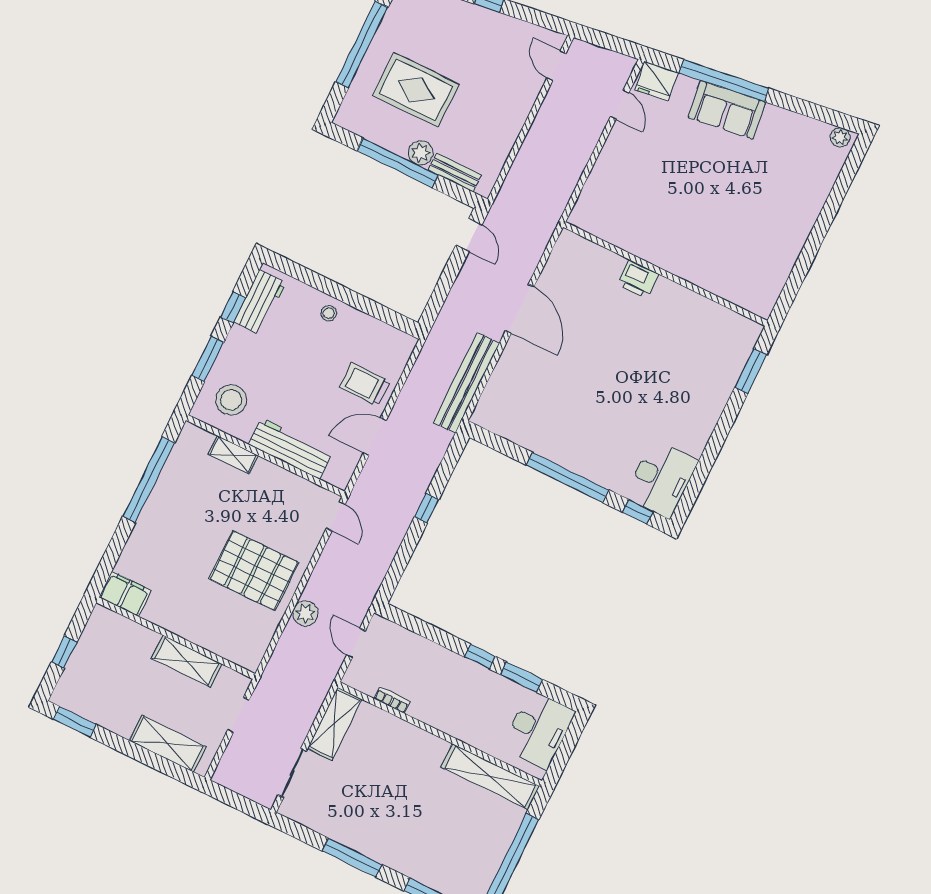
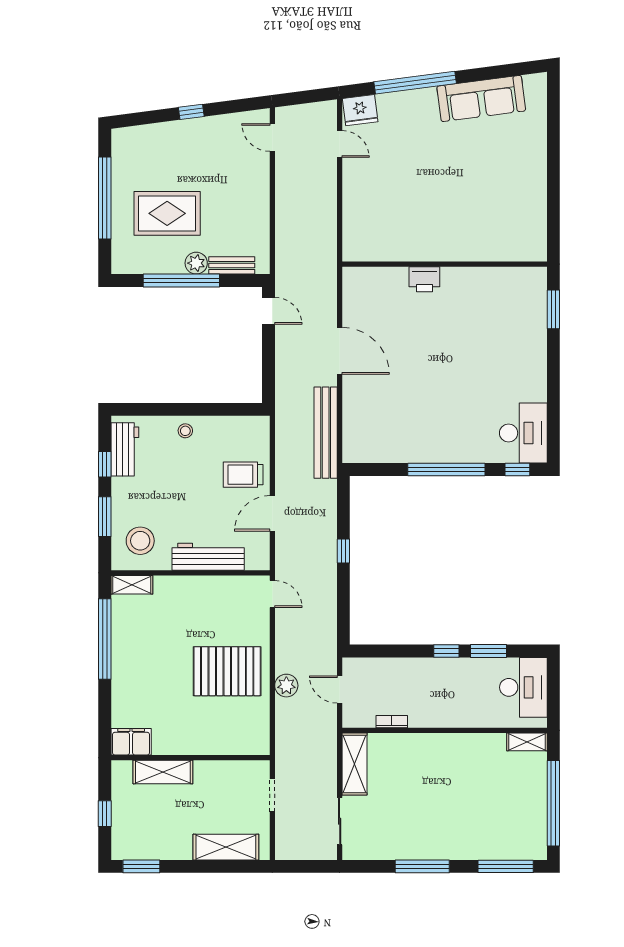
sofa: (727, 110) -> (481, 99), moved, width x1.36
plant: (840, 137) -> (533, 82), removed
shelving: (233, 455) -> (132, 585), moved
shelving: (187, 661) -> (163, 772), moved
shelving: (490, 777) -> (527, 742), width x0.45, depth x0.75

